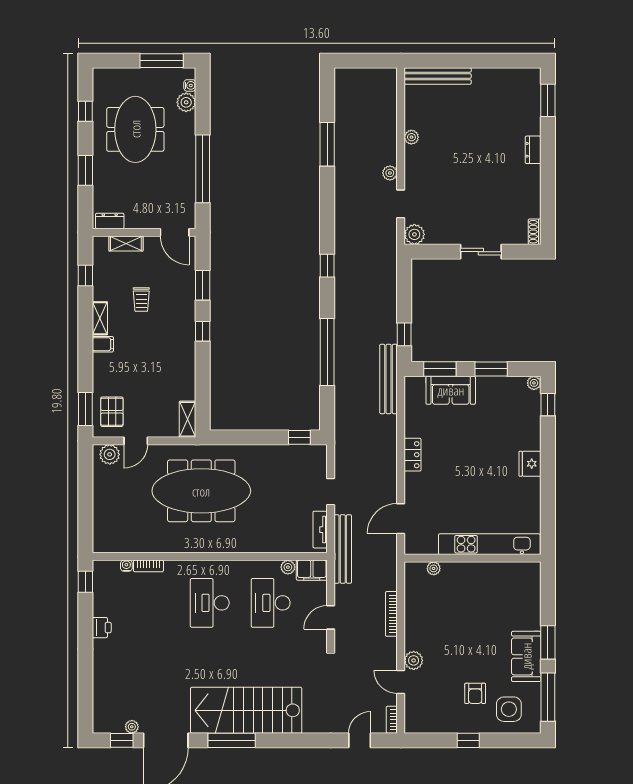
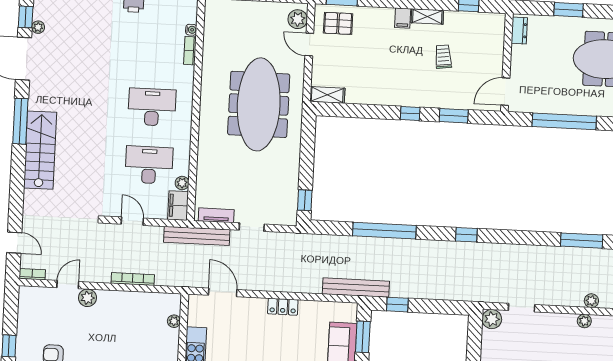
plant: (390, 173) -> (591, 301), moved
shelving: (126, 243) -> (497, 45), removed
trolley: (141, 299) -> (443, 57), turned 83
stairs: (246, 710) -> (40, 150), width x0.73, depth x0.66

